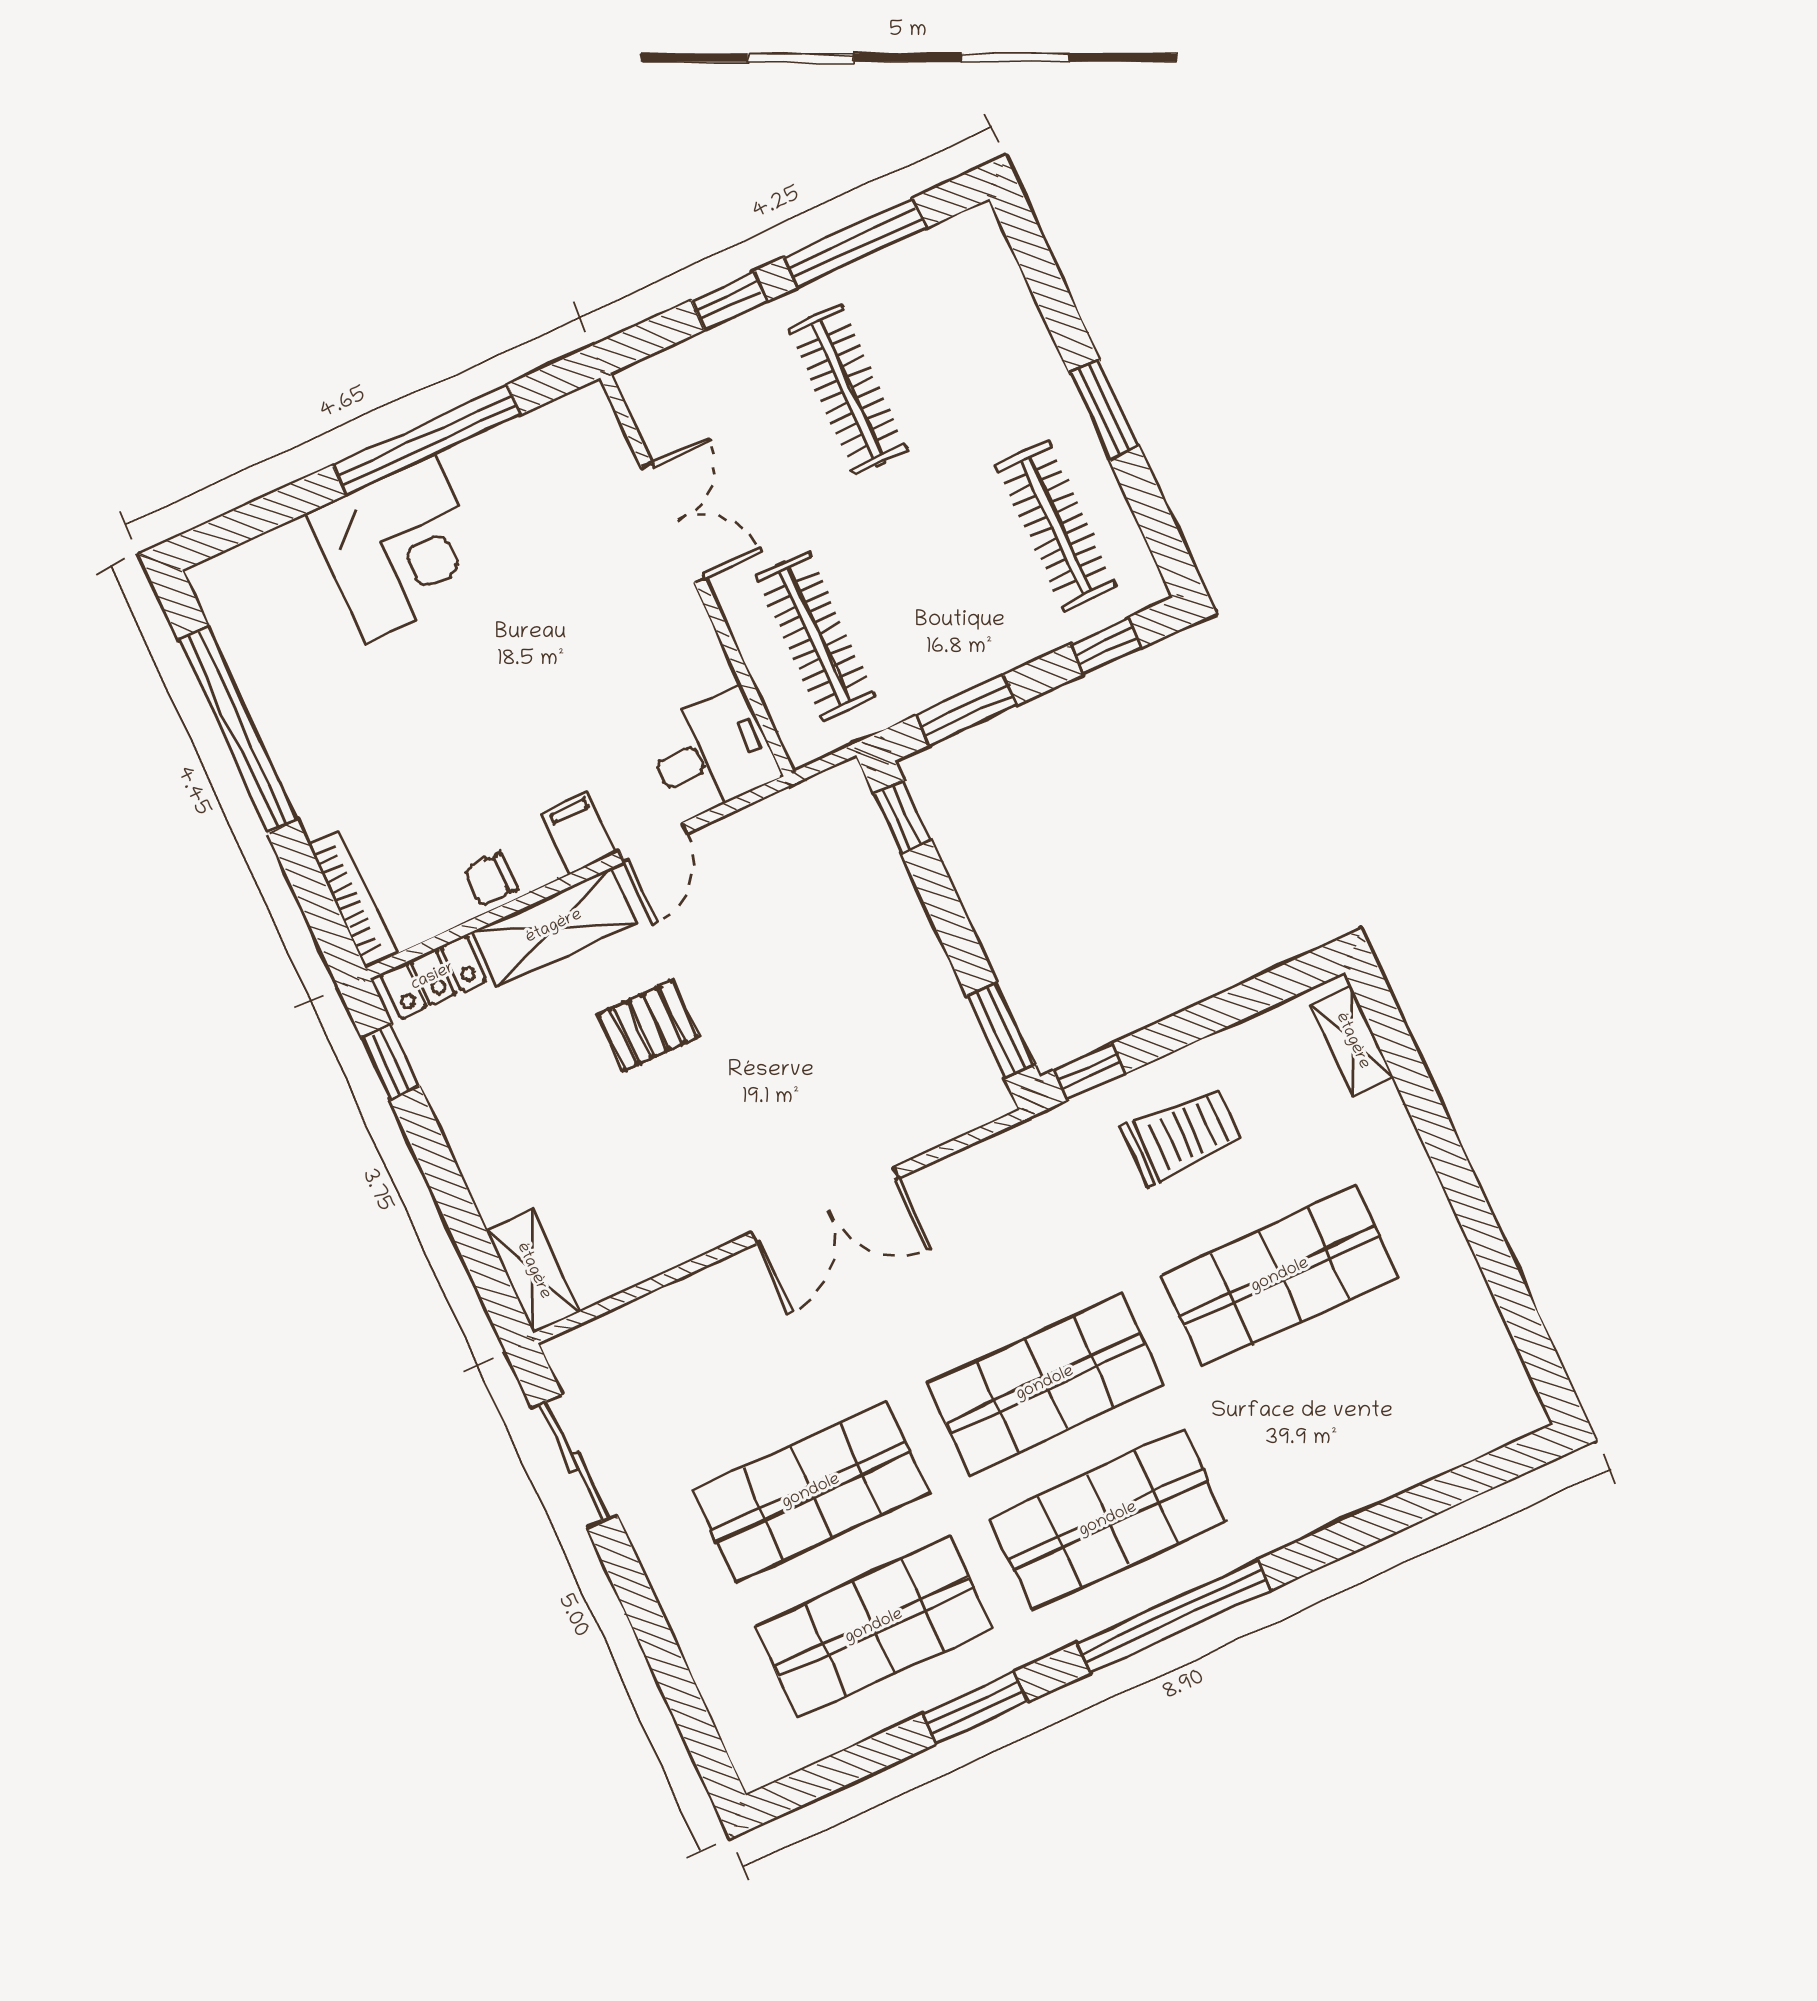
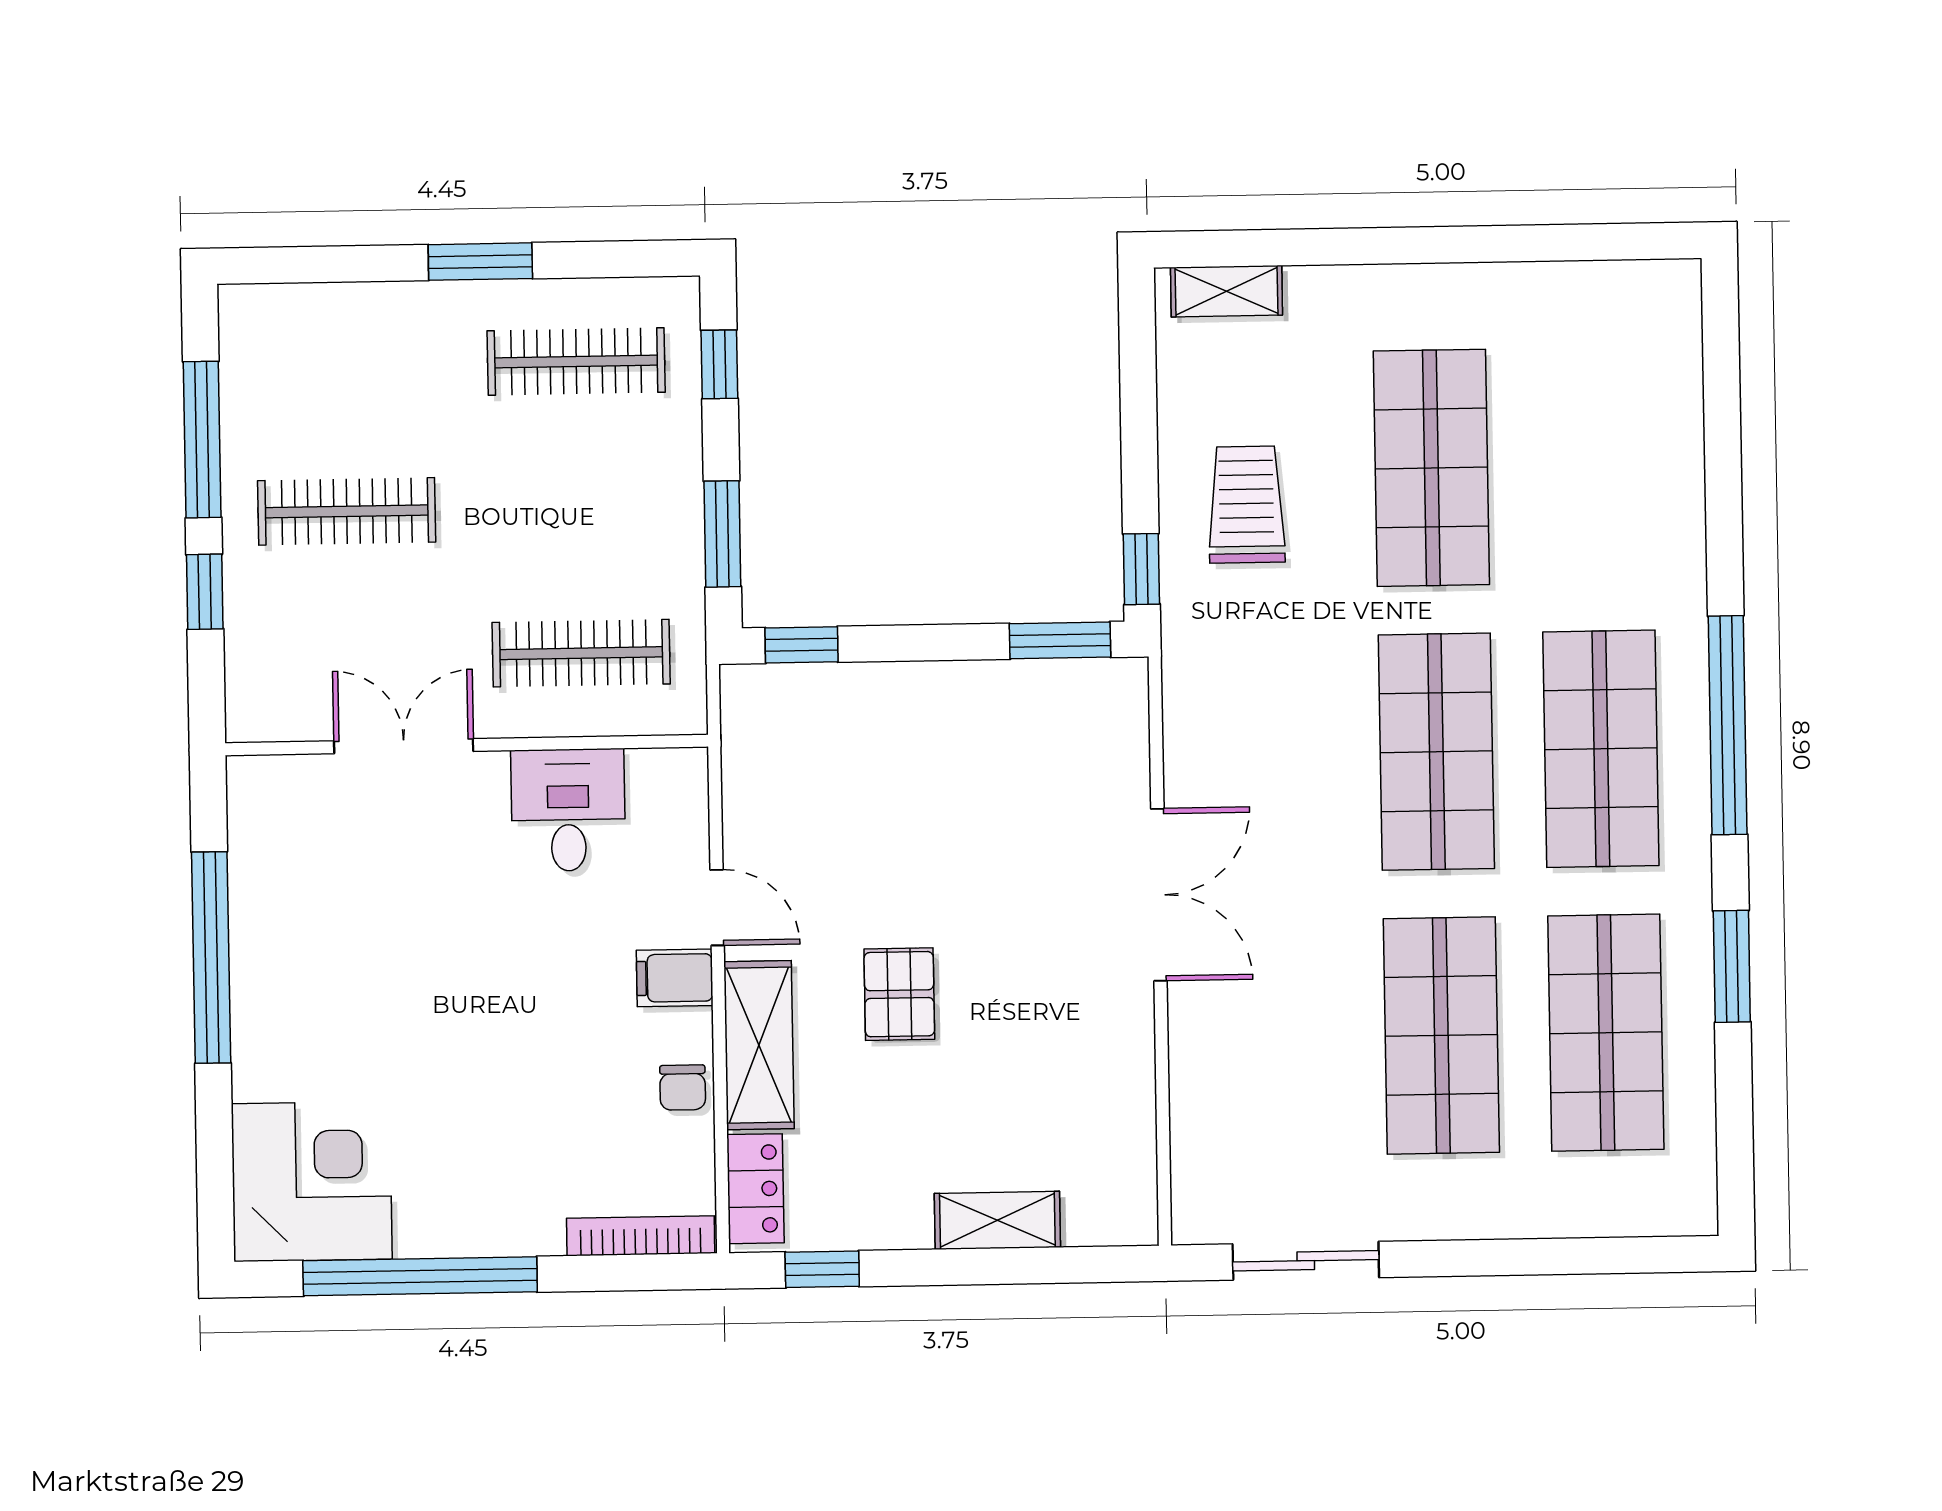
corner desk: (400, 549) -> (312, 1181), moved
desk: (712, 753) -> (568, 810), moved
shelving: (533, 1271) -> (997, 1220), moved

